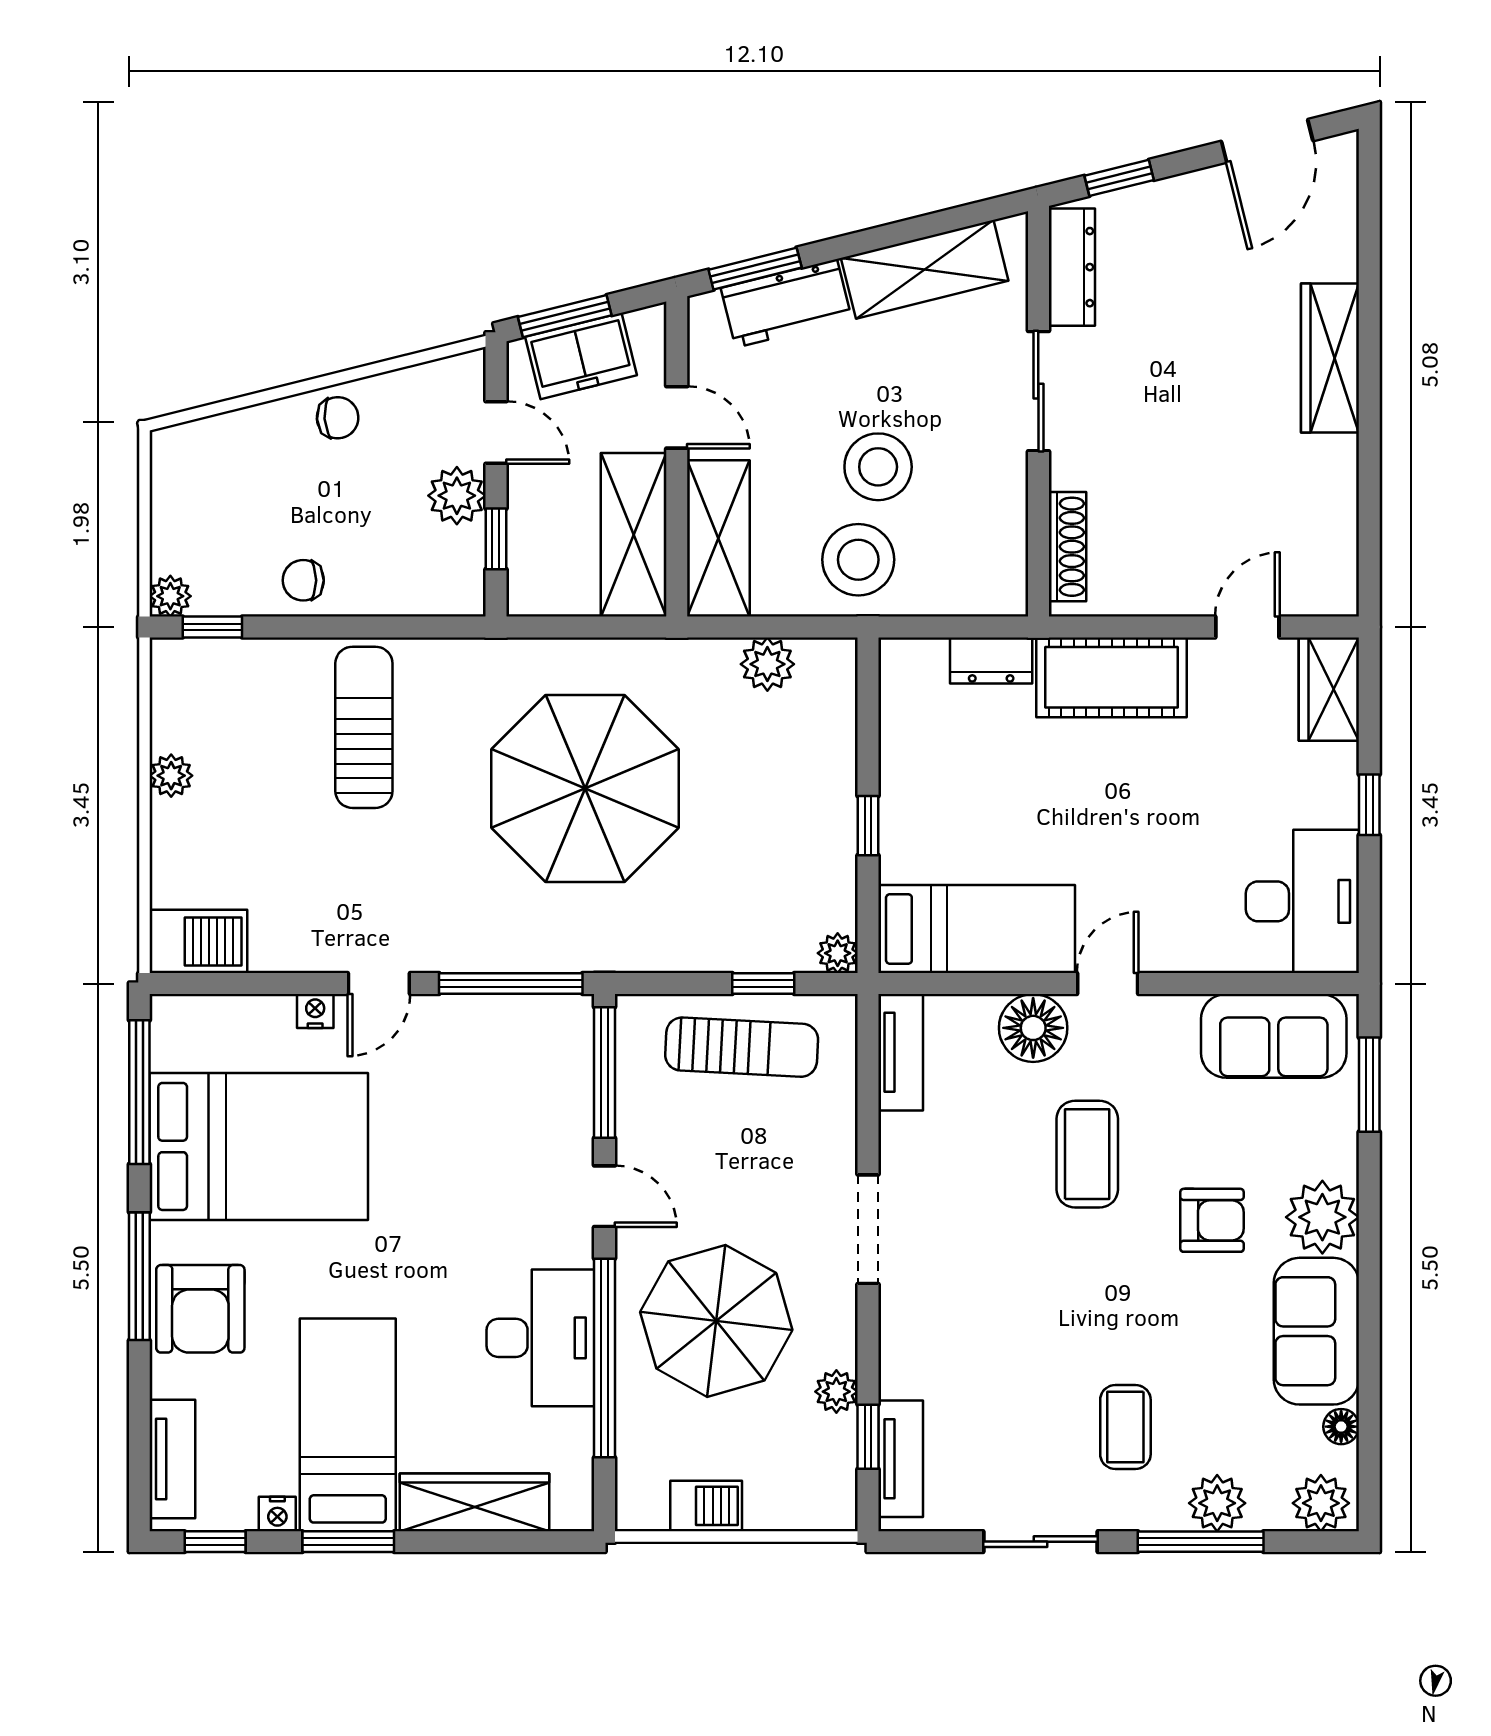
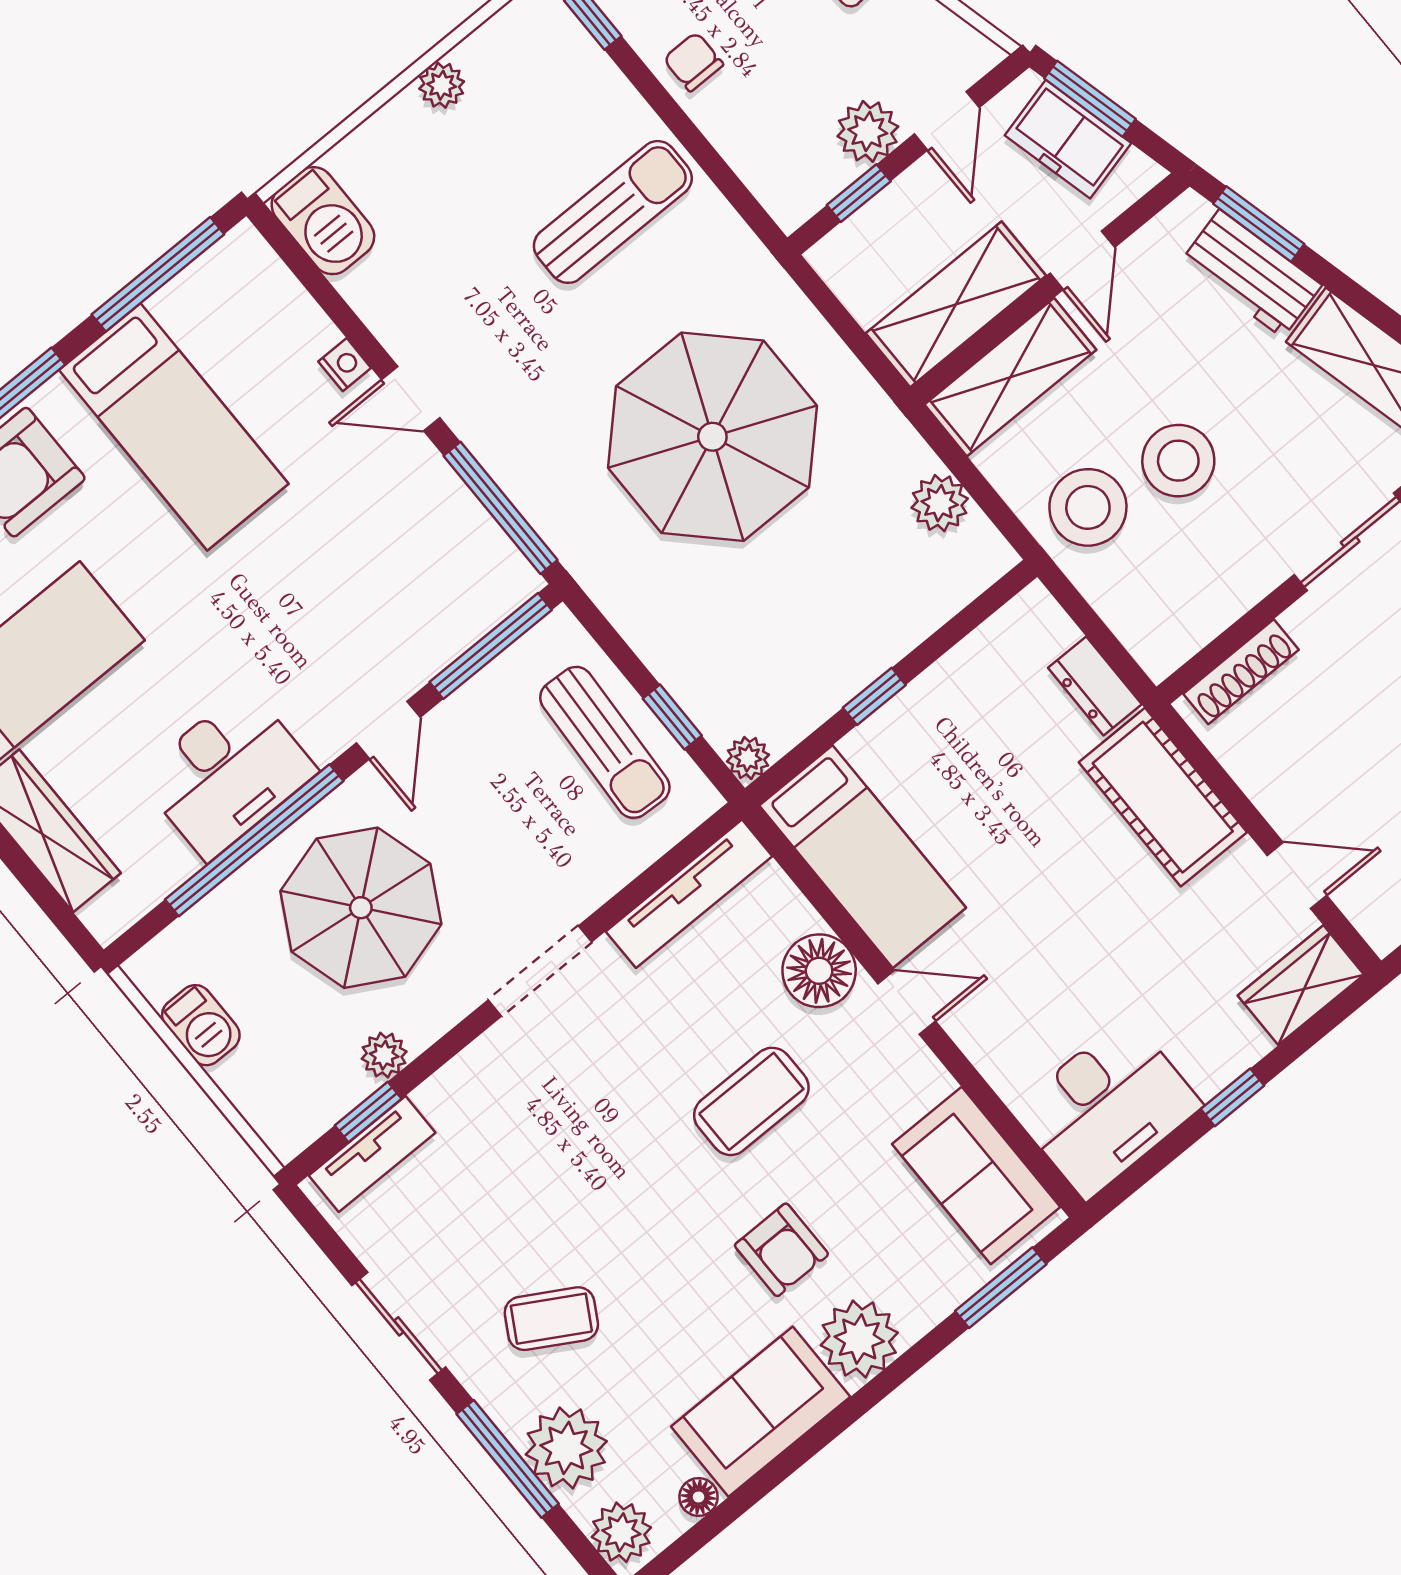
tv unit: (901, 1052) -> (689, 894), width x1.41
bed: (259, 1146) -> (174, 427), width x0.67
coffee table: (1125, 1427) -> (551, 1319), turned 30
plant: (1217, 1503) -> (566, 1448), width x1.36, depth x1.36

